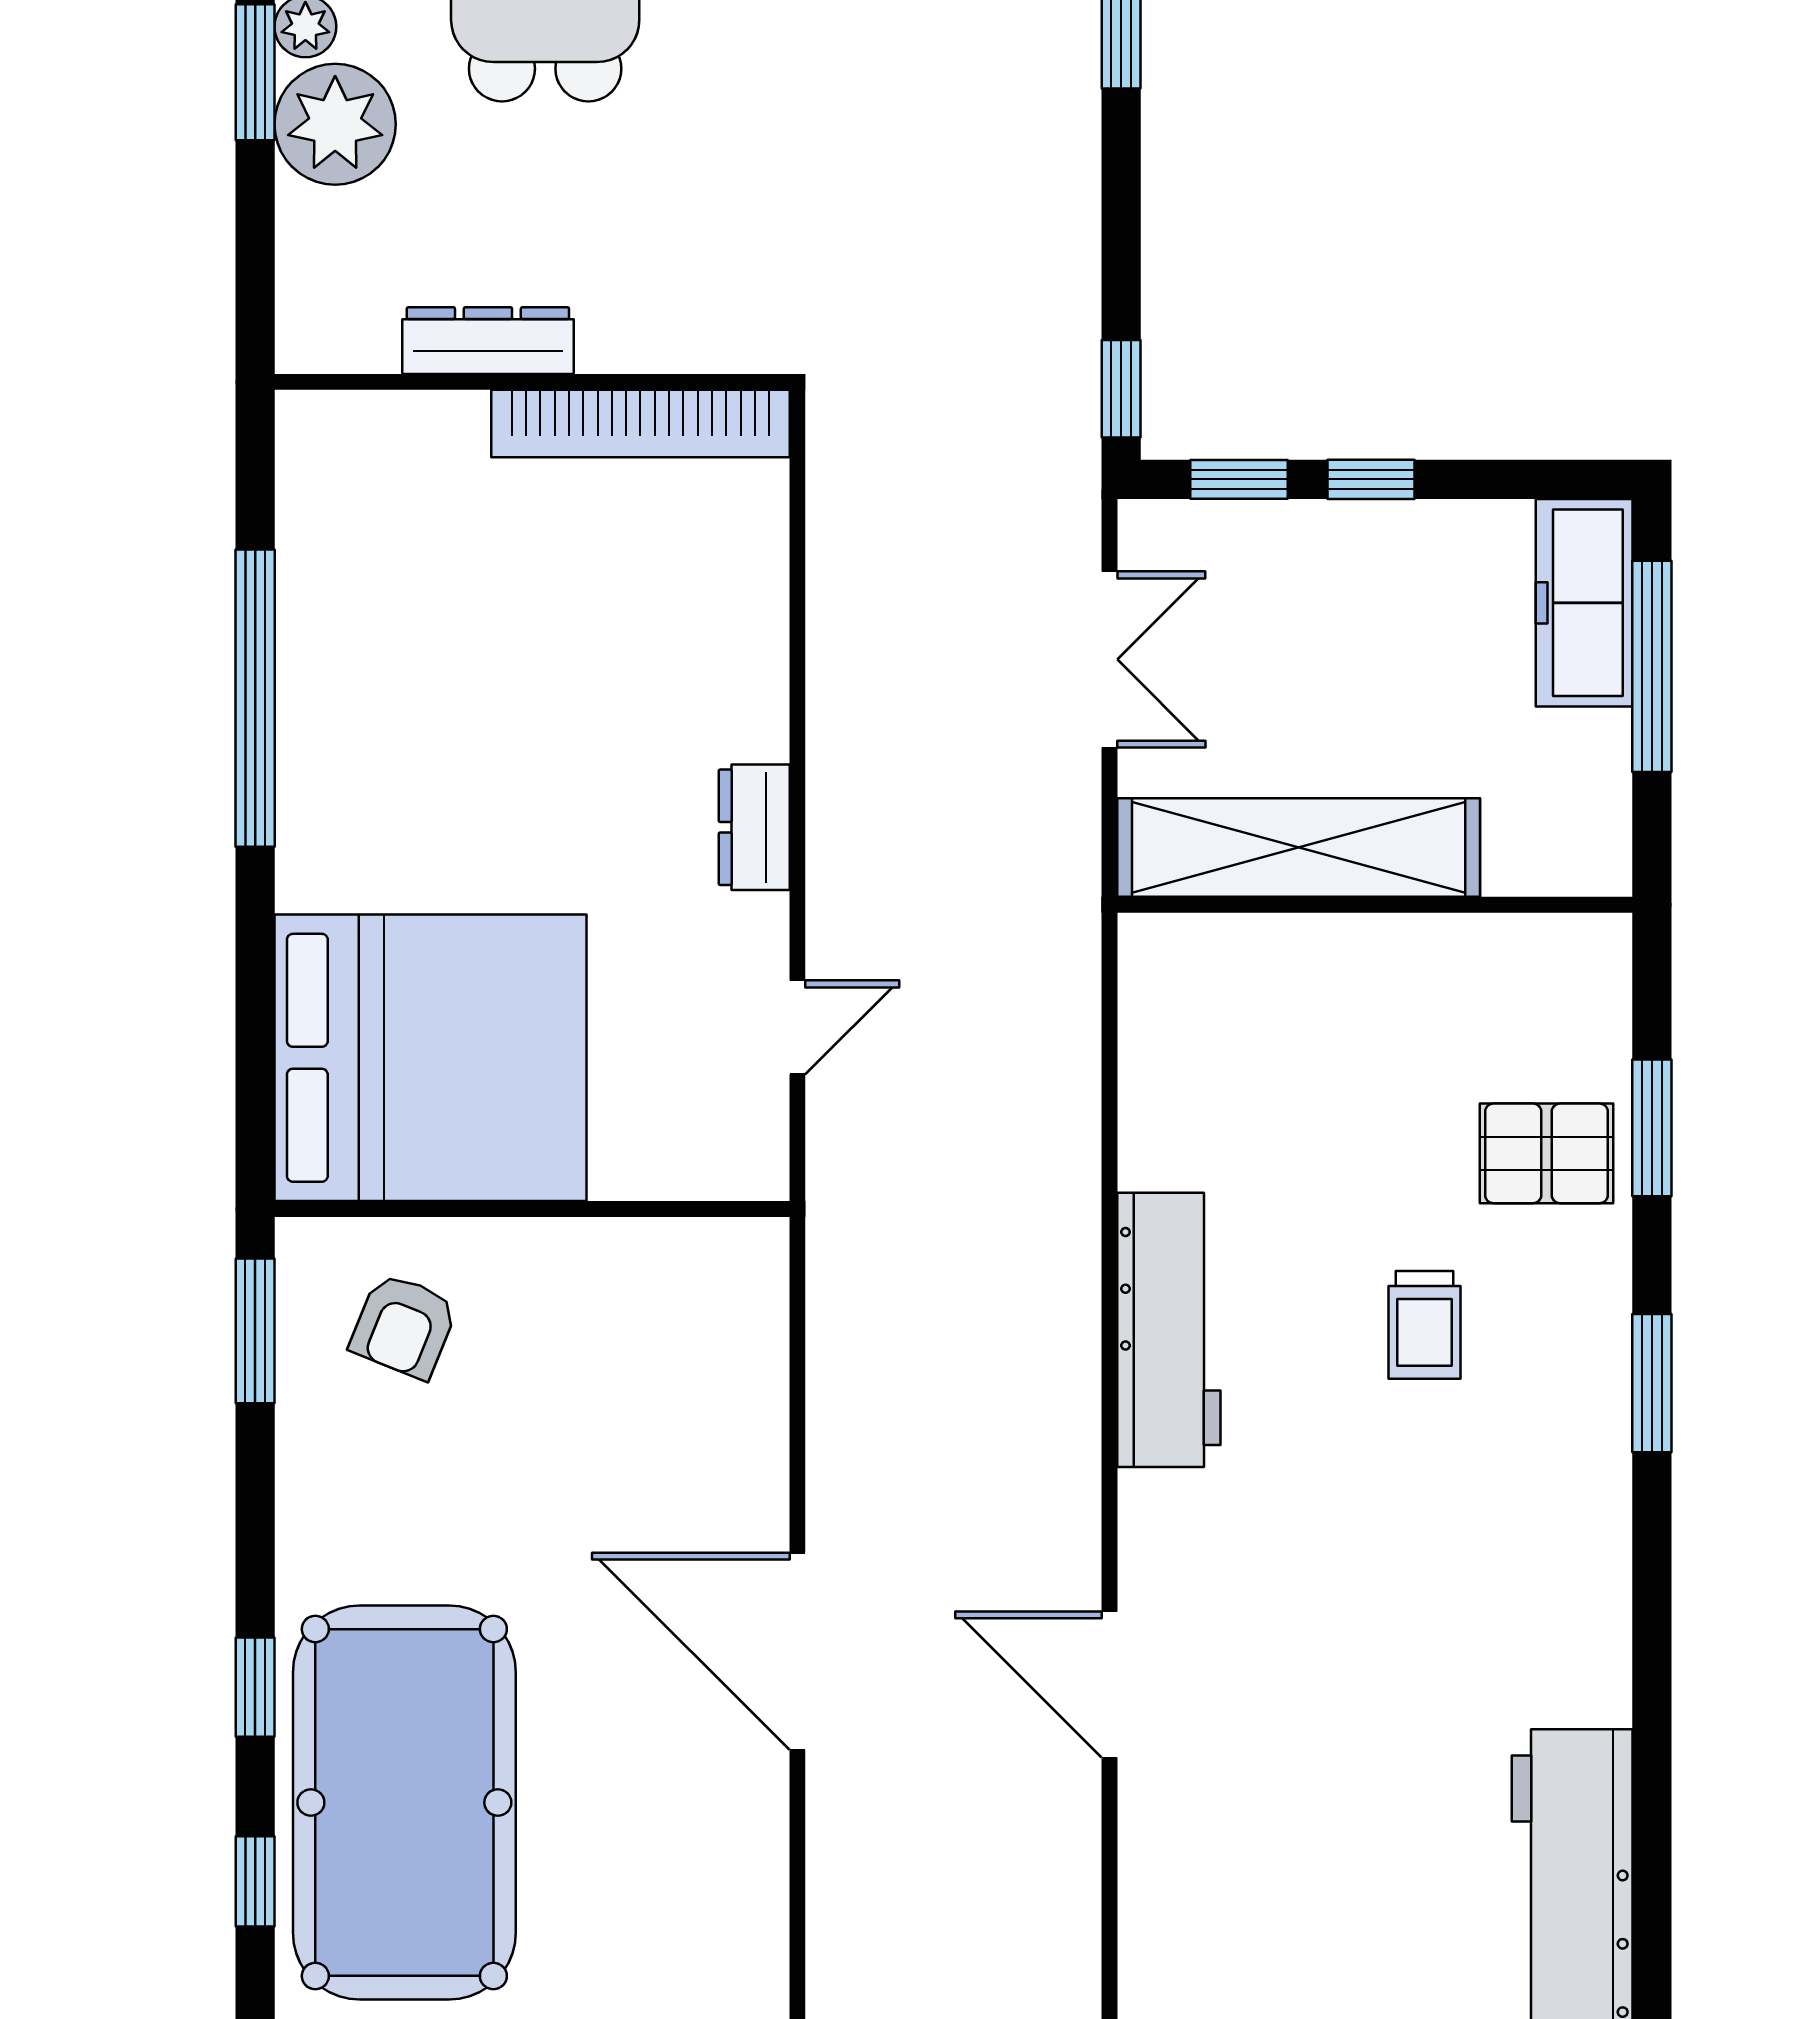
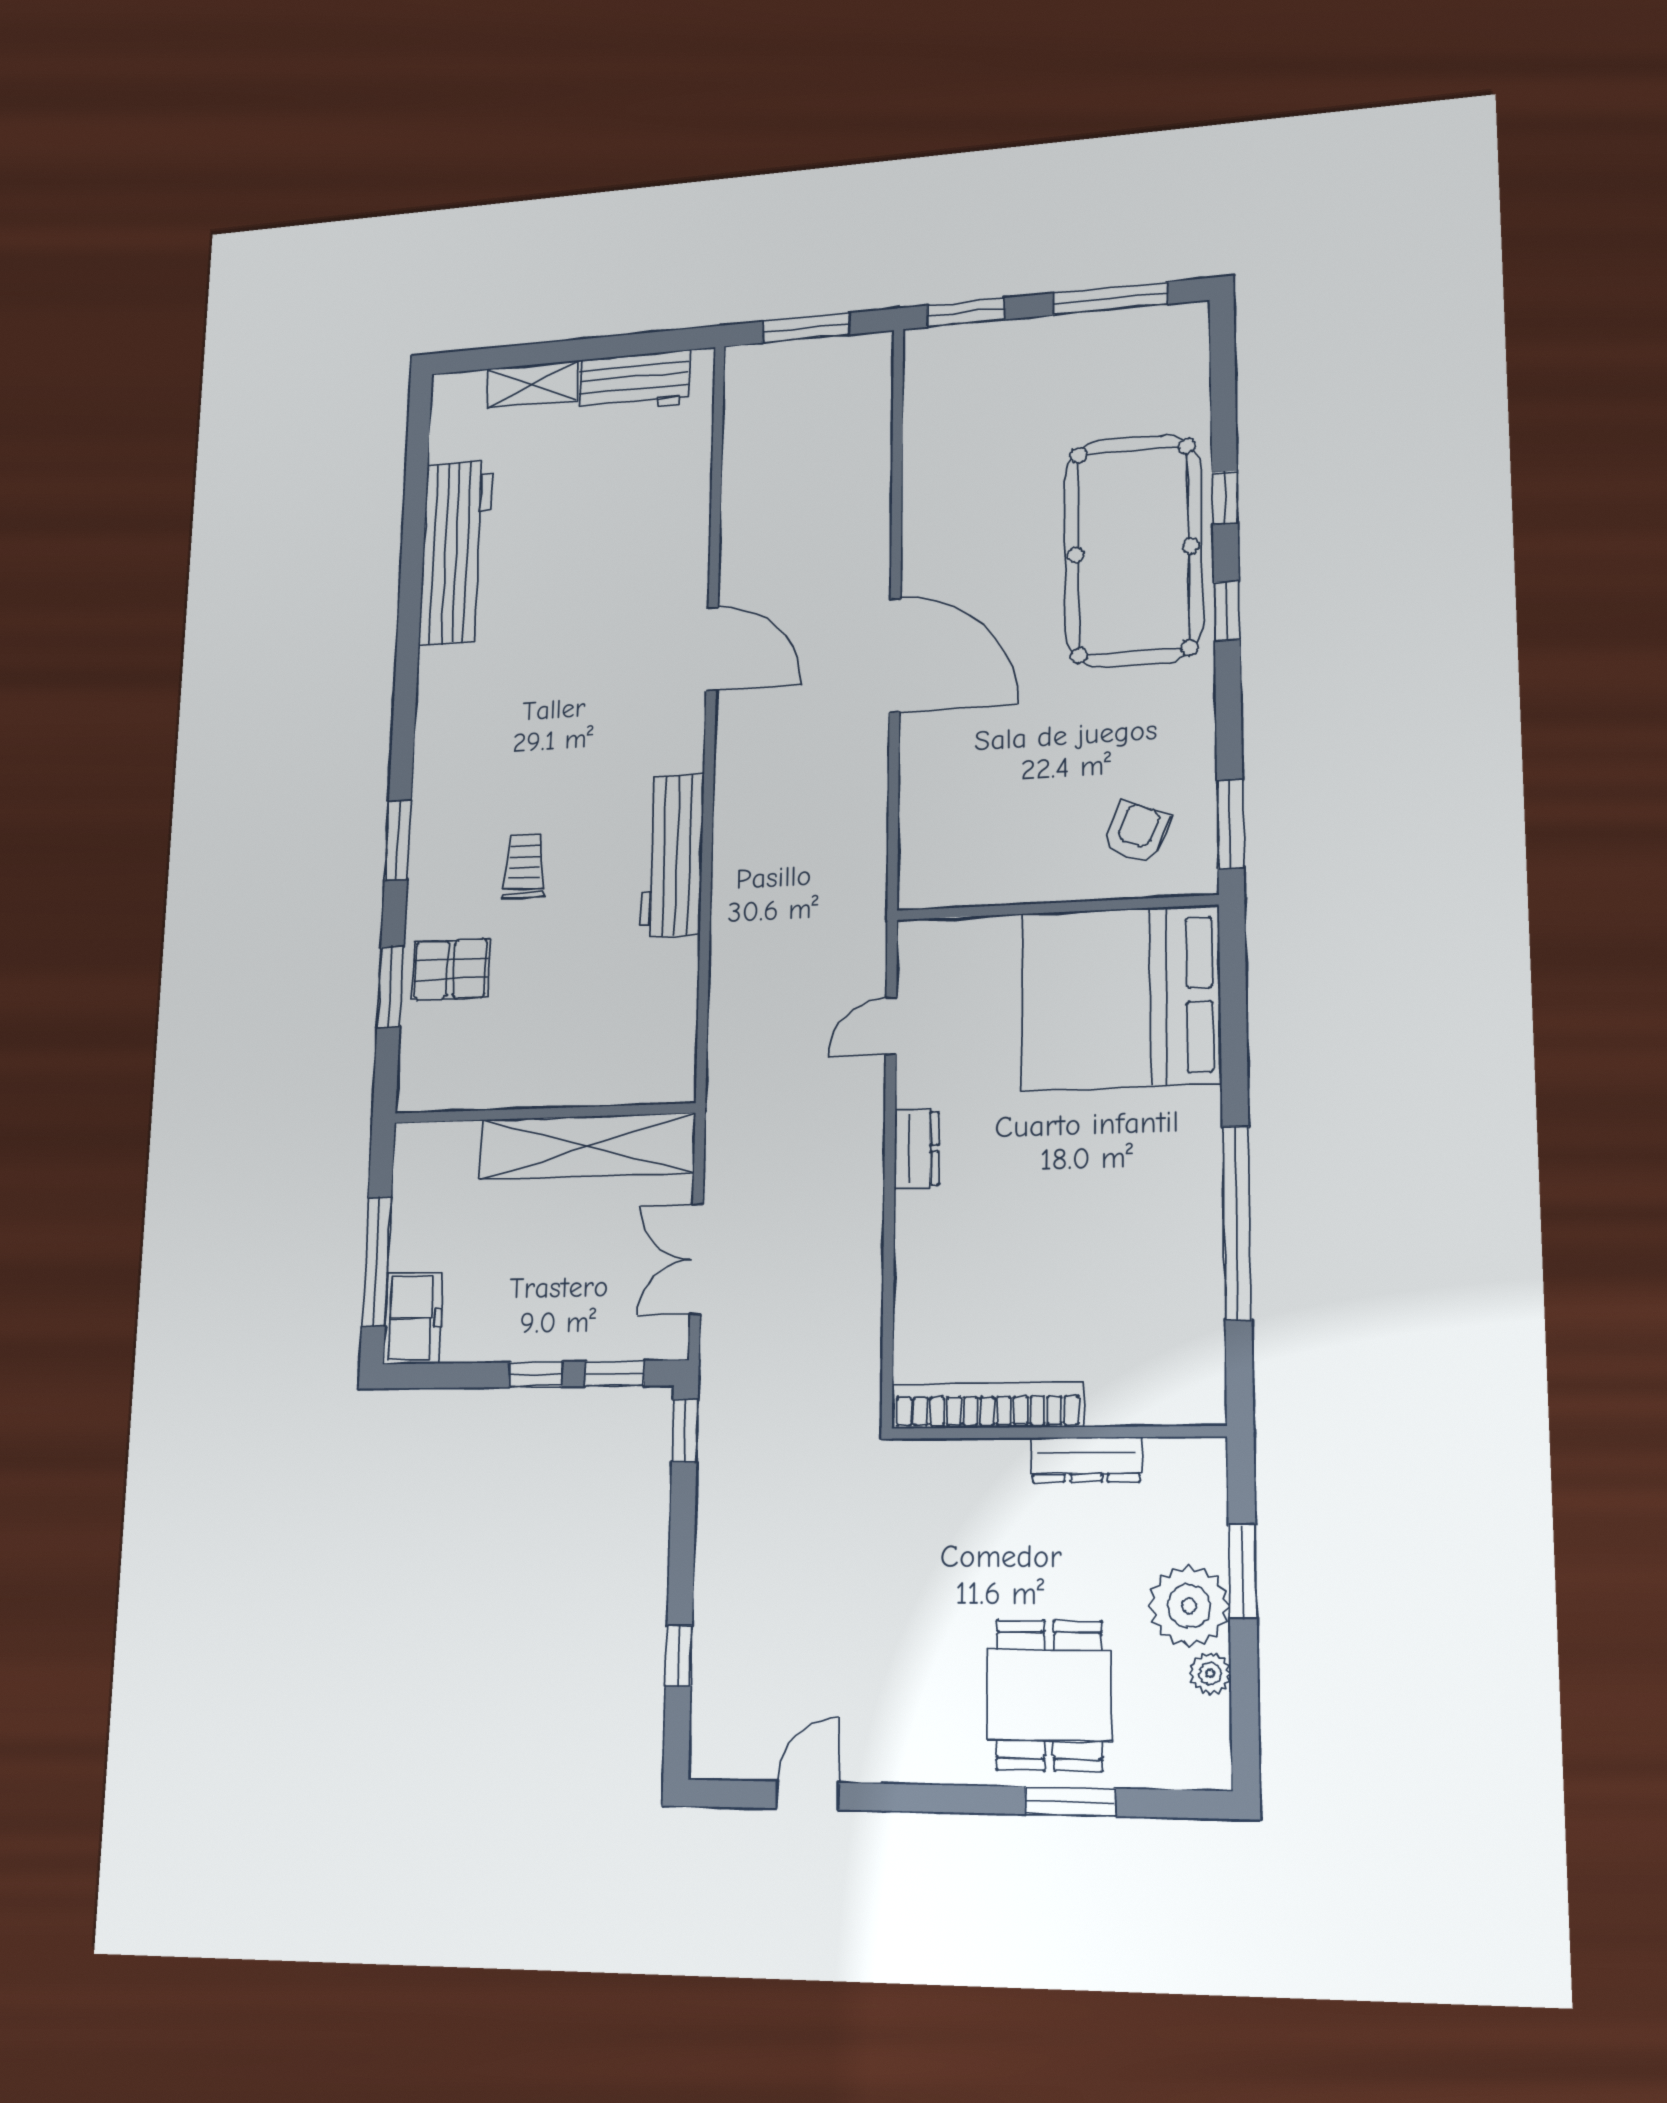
window: (255, 72) -> (1243, 1571), moved
freezer: (1584, 603) -> (413, 1318), width x0.71

